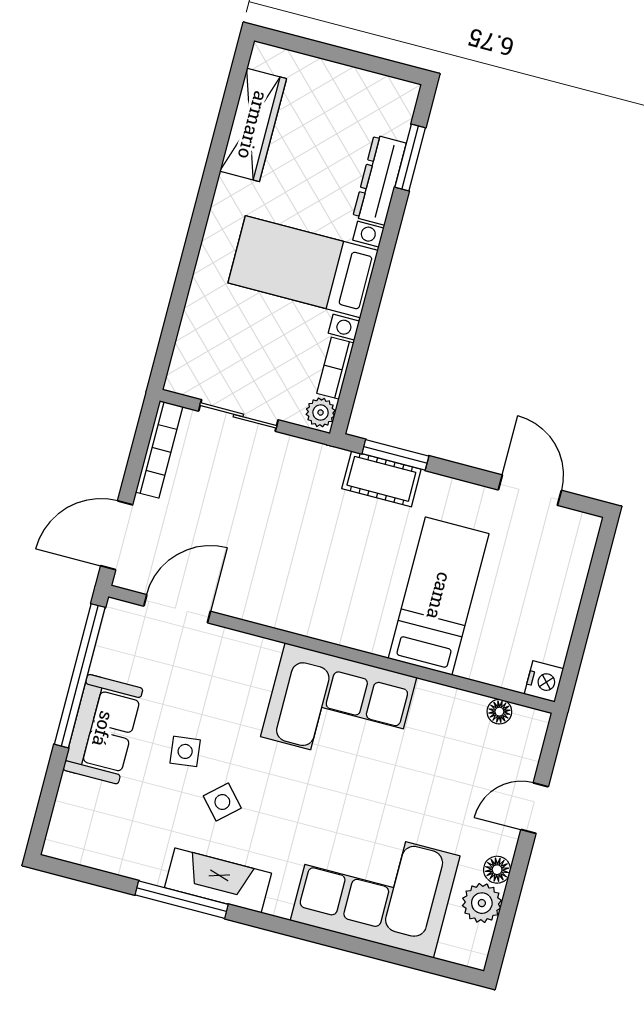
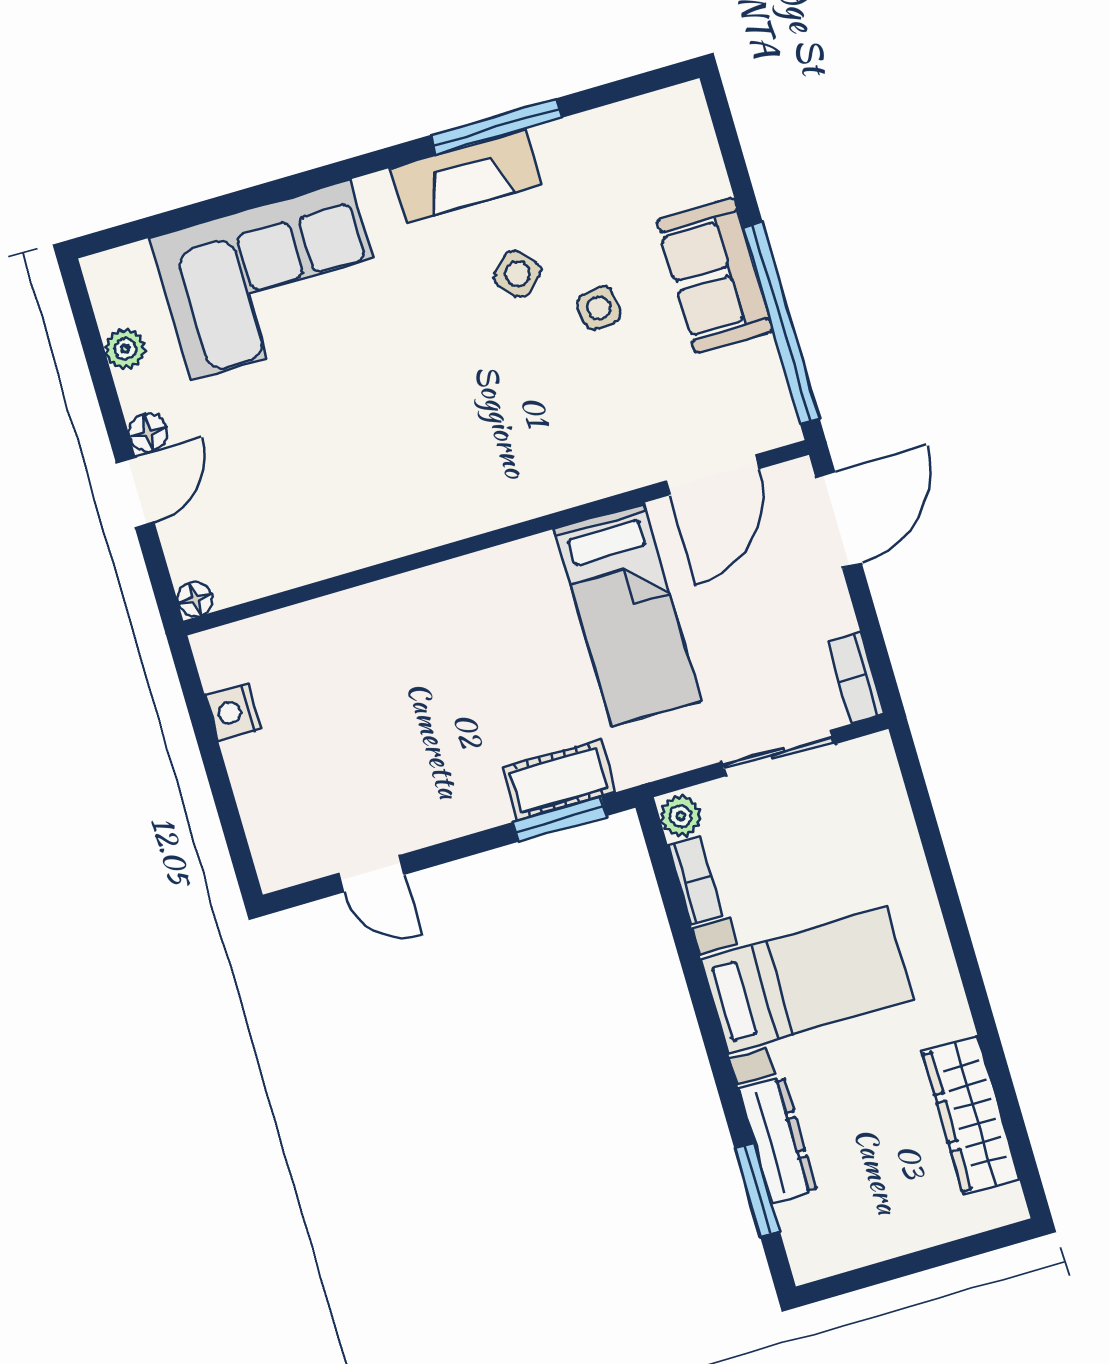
bookcase: (159, 449) -> (856, 678), width x0.64
door: (530, 490) -> (371, 874), width x0.73
bed: (439, 596) -> (628, 615), moved
nightstand: (544, 681) -> (233, 712), moved
corner sofa: (339, 707) -> (446, 473), removed
floor lamp: (499, 712) -> (195, 599), moved
floor lamp: (497, 870) -> (148, 432), moved
plant: (482, 903) -> (125, 349), width x0.73, depth x0.73

